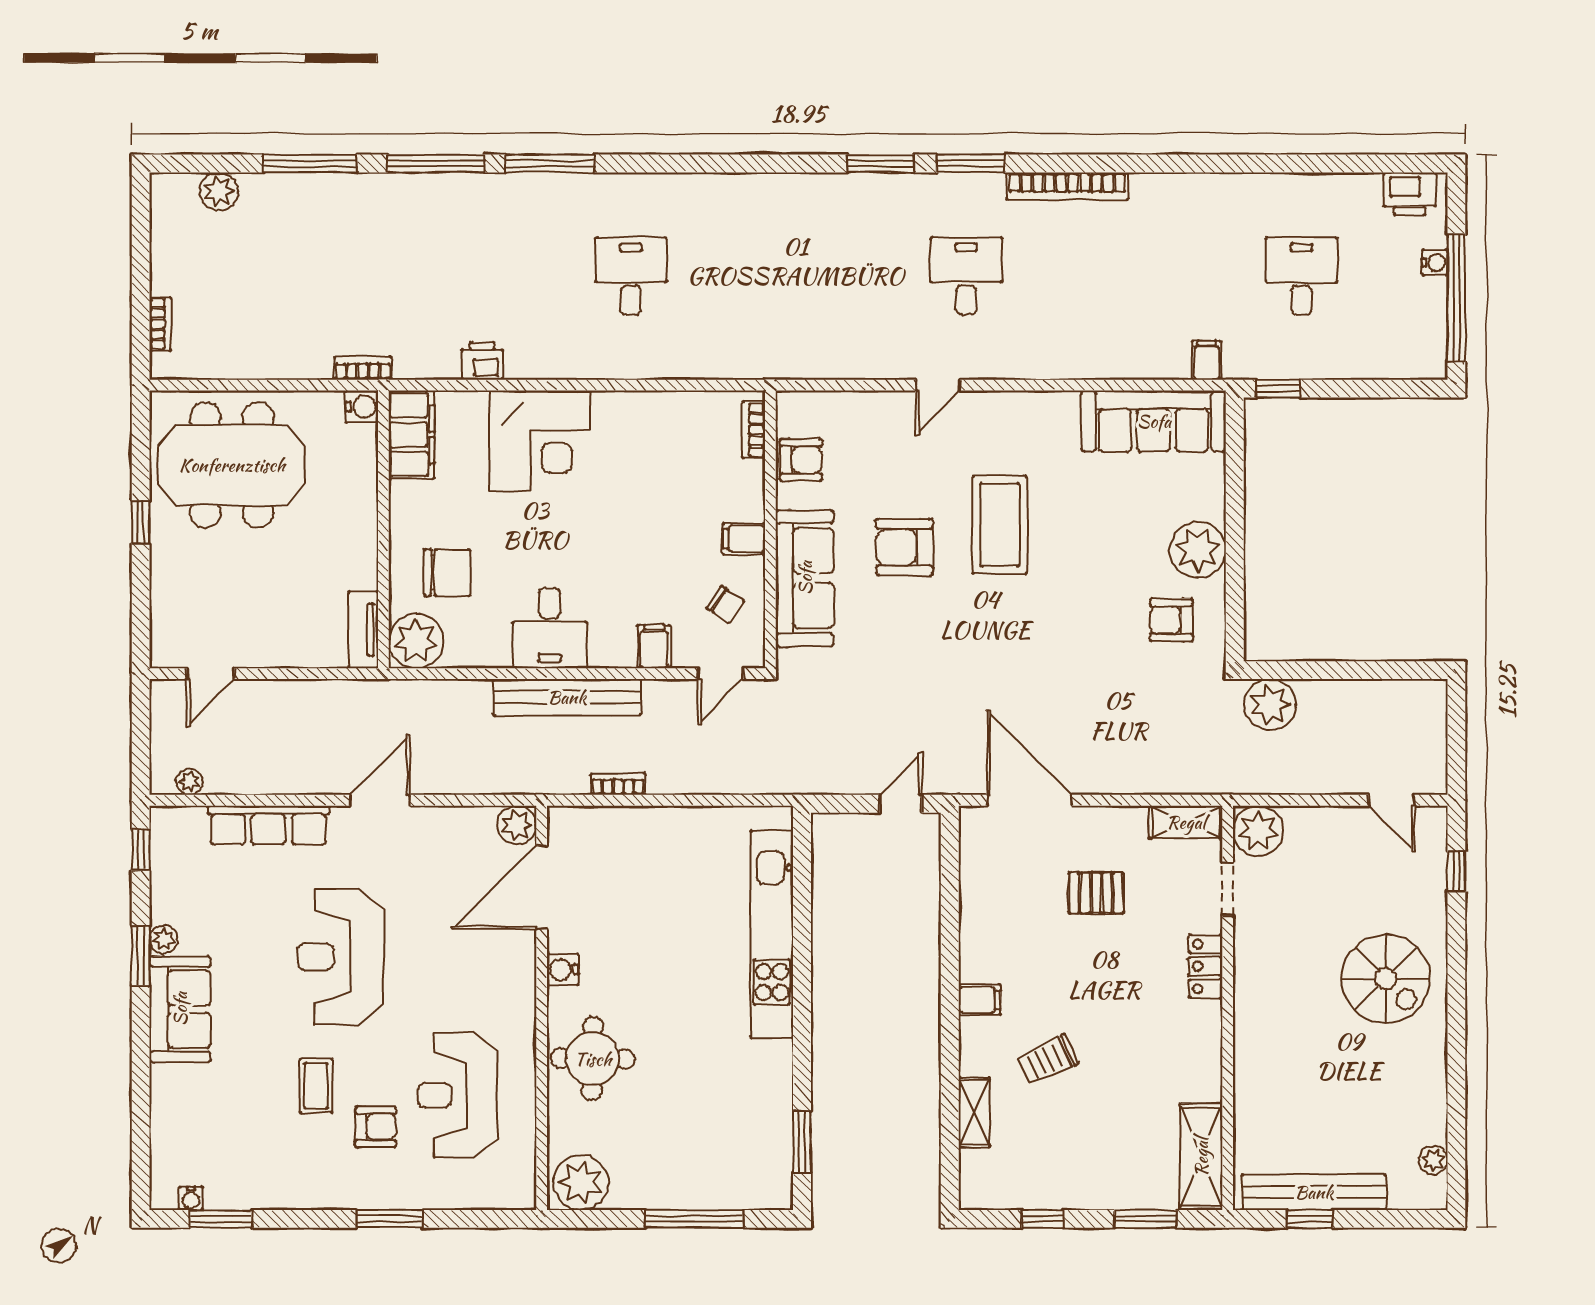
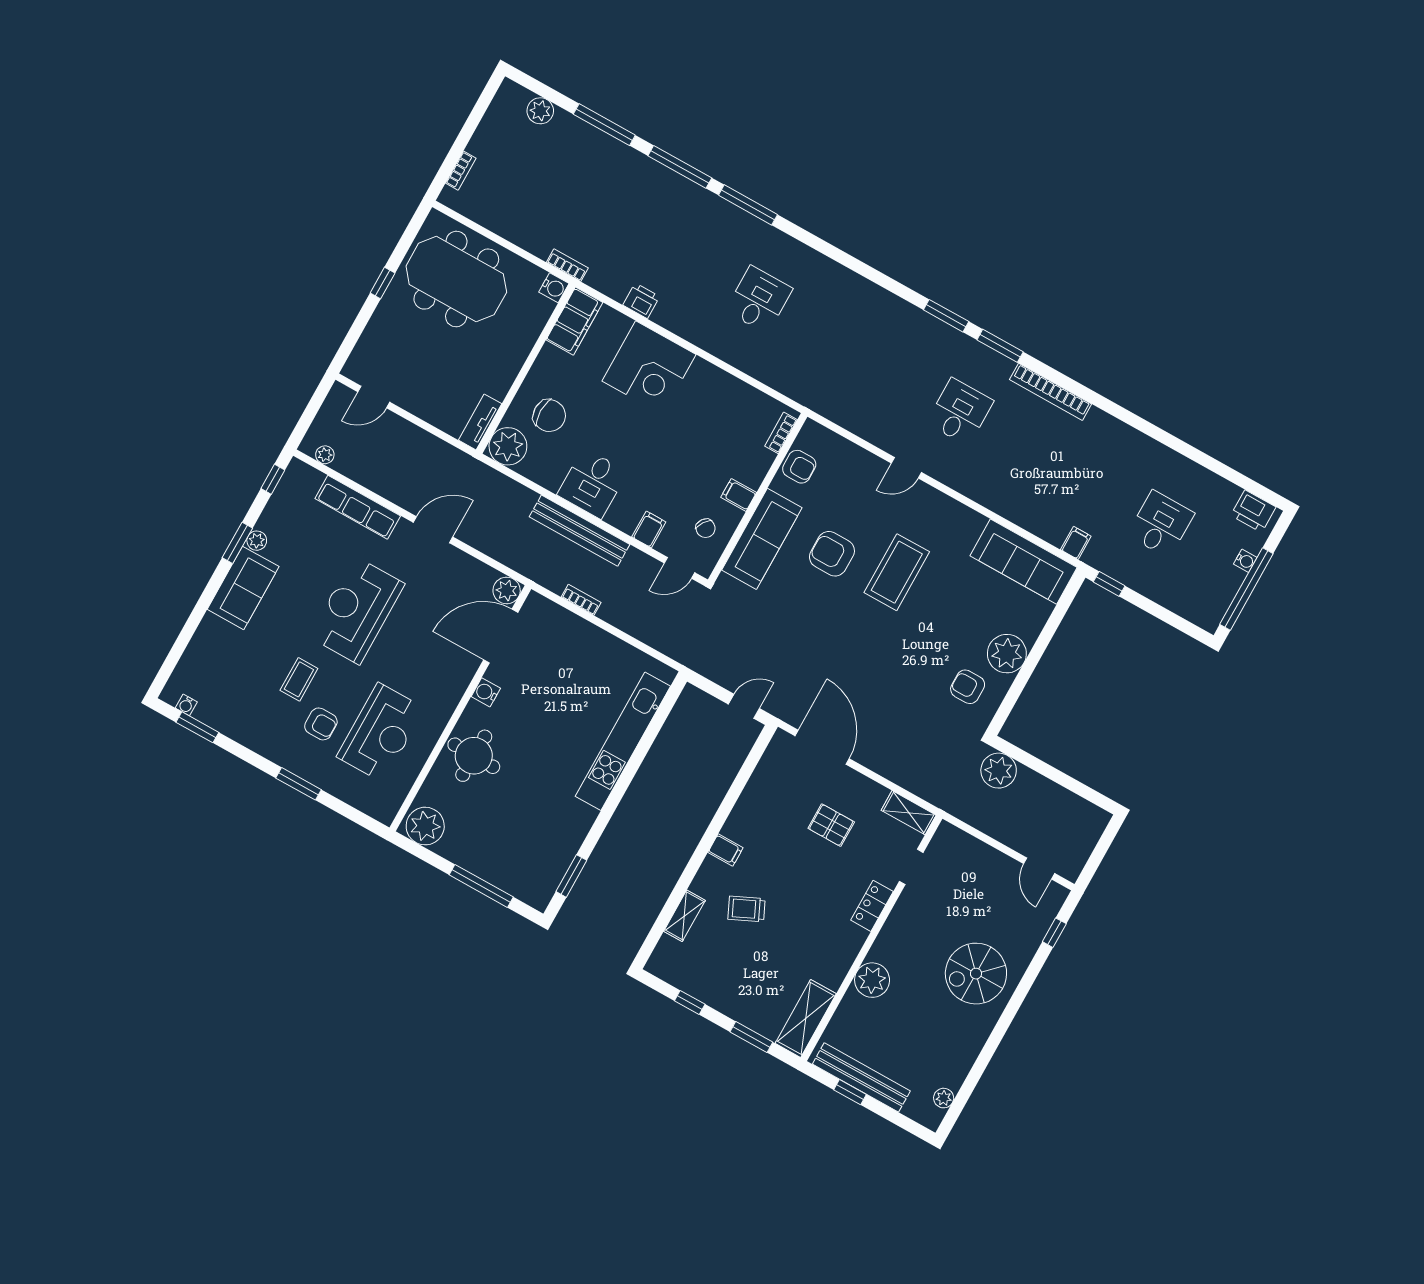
plant: (1258, 831) -> (872, 980), moved
spiral stairs: (1386, 979) -> (976, 974), turned 90
reception desk: (458, 1095) -> (381, 733), turned 180

